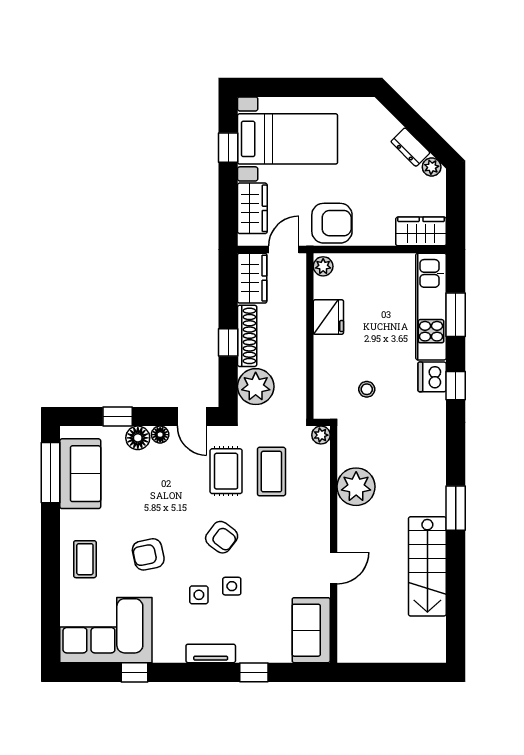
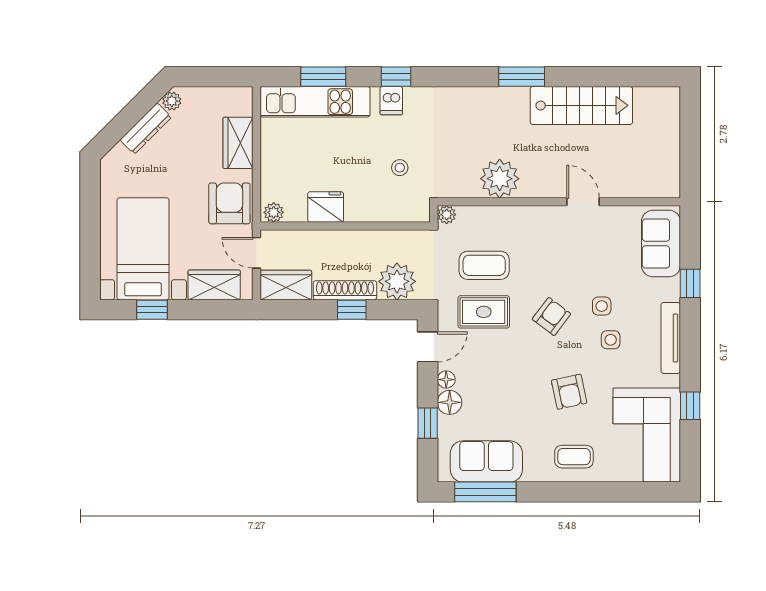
dresser: (410, 147) -> (146, 129), width x1.44
wardrobe: (421, 231) -> (238, 143), moved
dishwasher: (432, 377) -> (391, 101), width x0.73
sofa: (311, 630) -> (661, 244), moved, turned 90
tv unit: (211, 653) -> (671, 338), width x1.41

